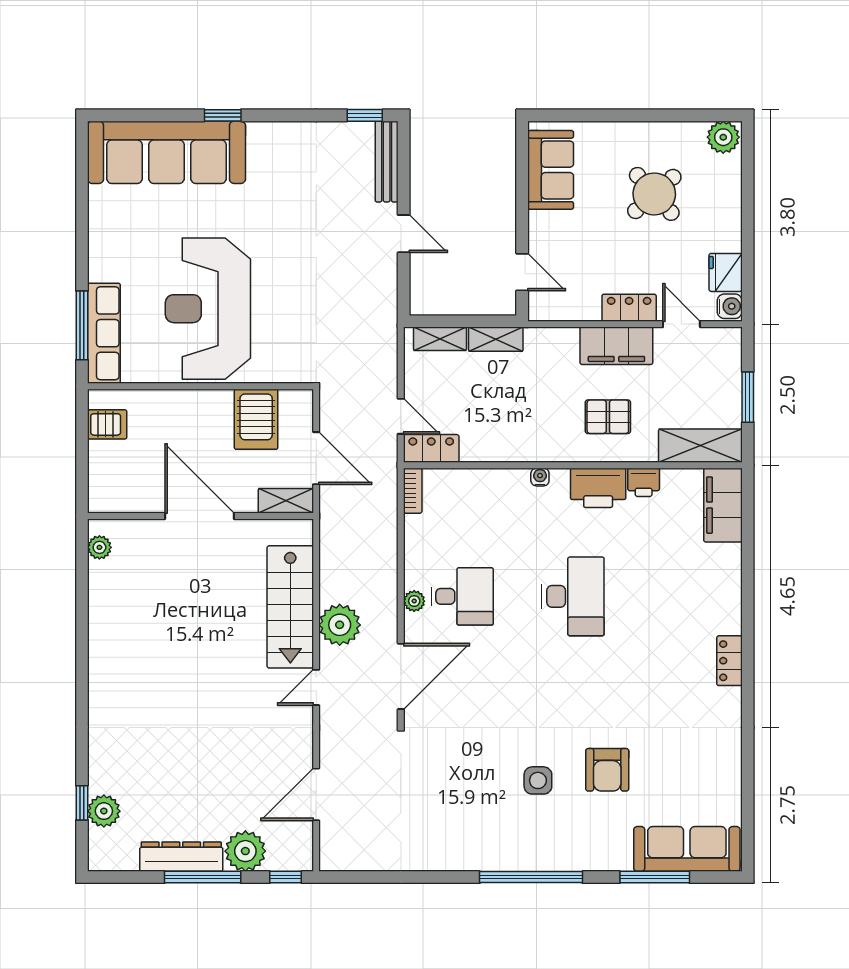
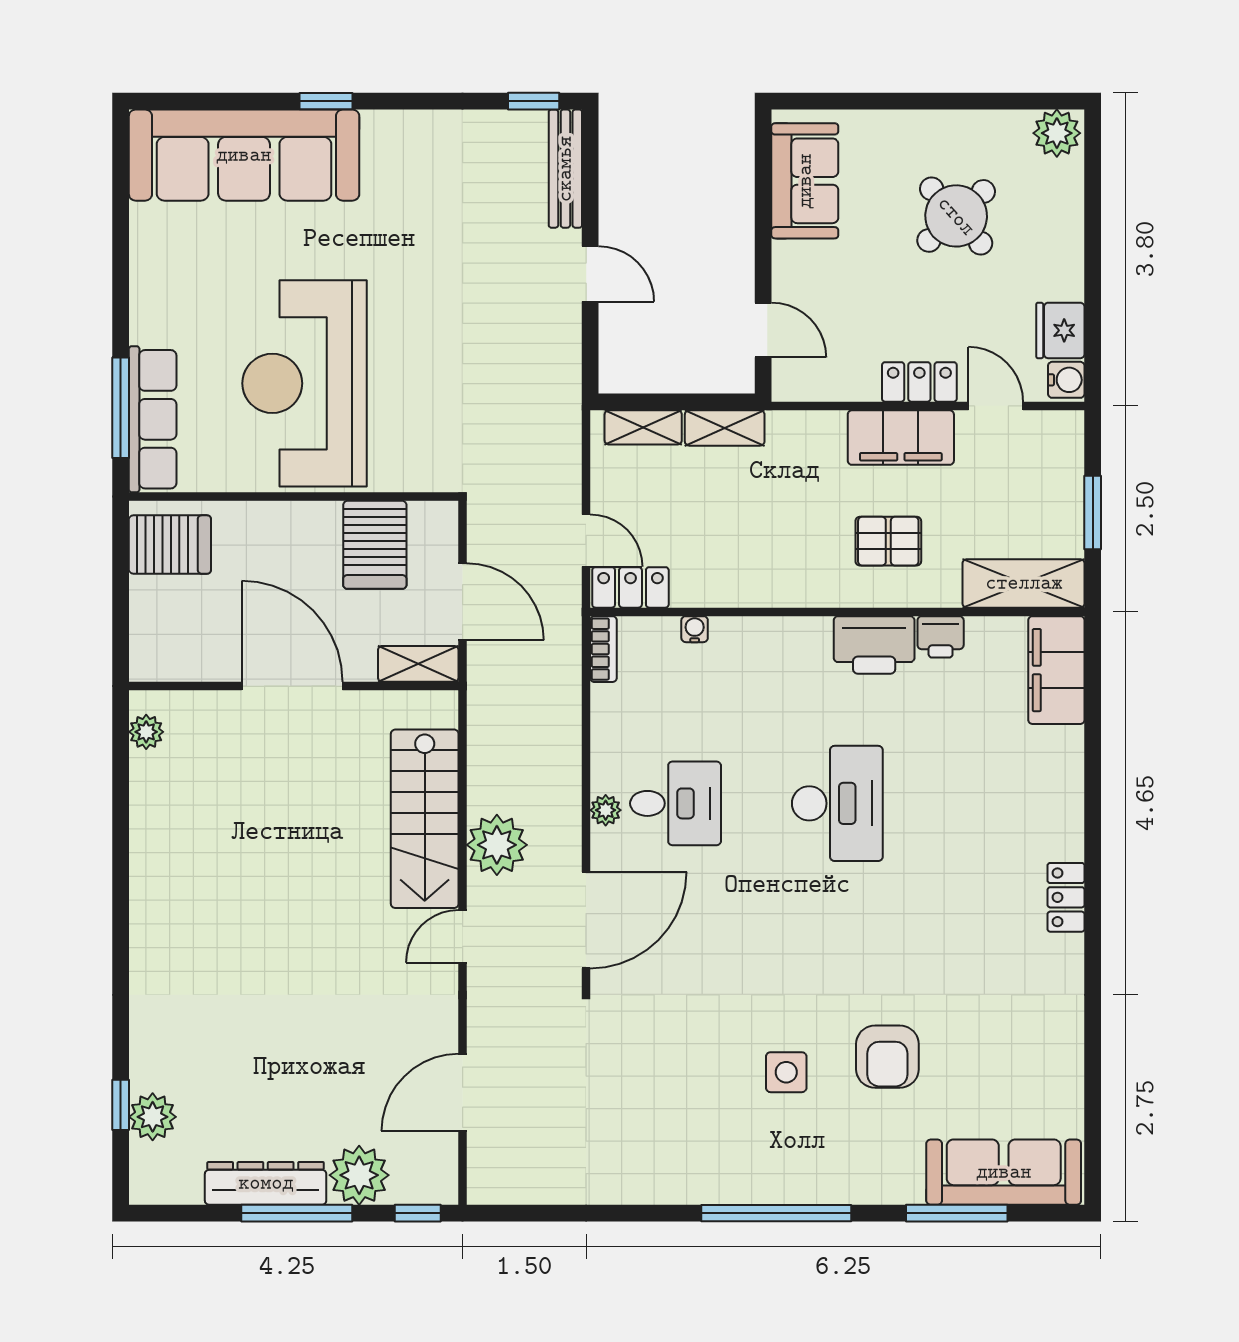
server rack: (107, 424) -> (170, 545), width x1.36, depth x1.44
water cooler: (540, 477) -> (695, 629), moved

